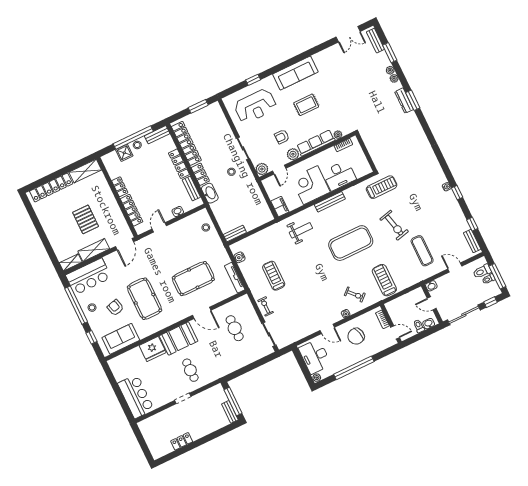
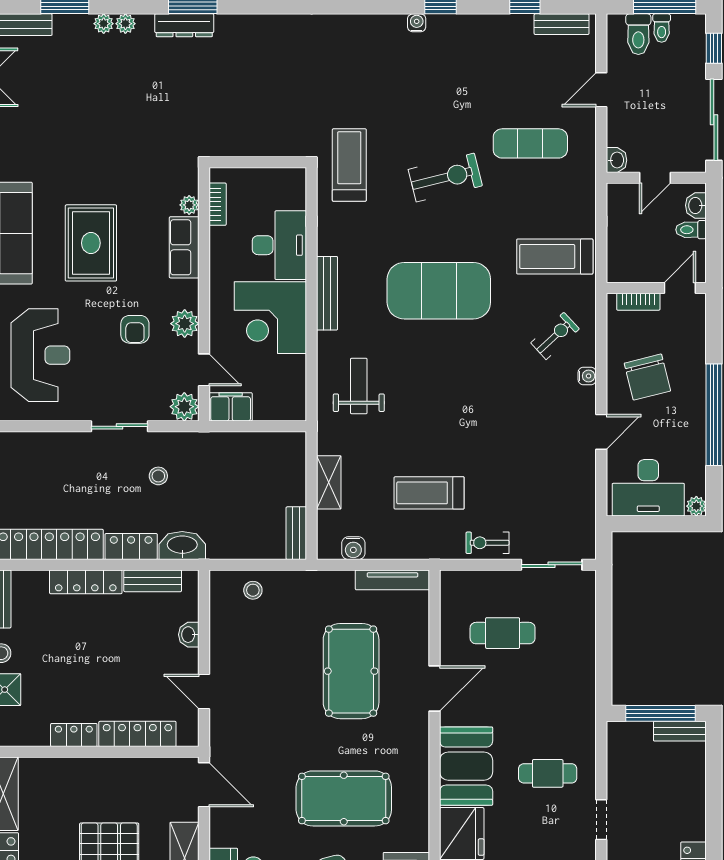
rug: (306, 105) -> (91, 243), width x1.36, depth x1.43
row of seats: (316, 143) -> (184, 247), width x0.68
filing cabinet: (280, 207) -> (231, 407), moved
shelving: (260, 236) -> (329, 482), added
exercise mat: (351, 243) -> (439, 291), turned 90

